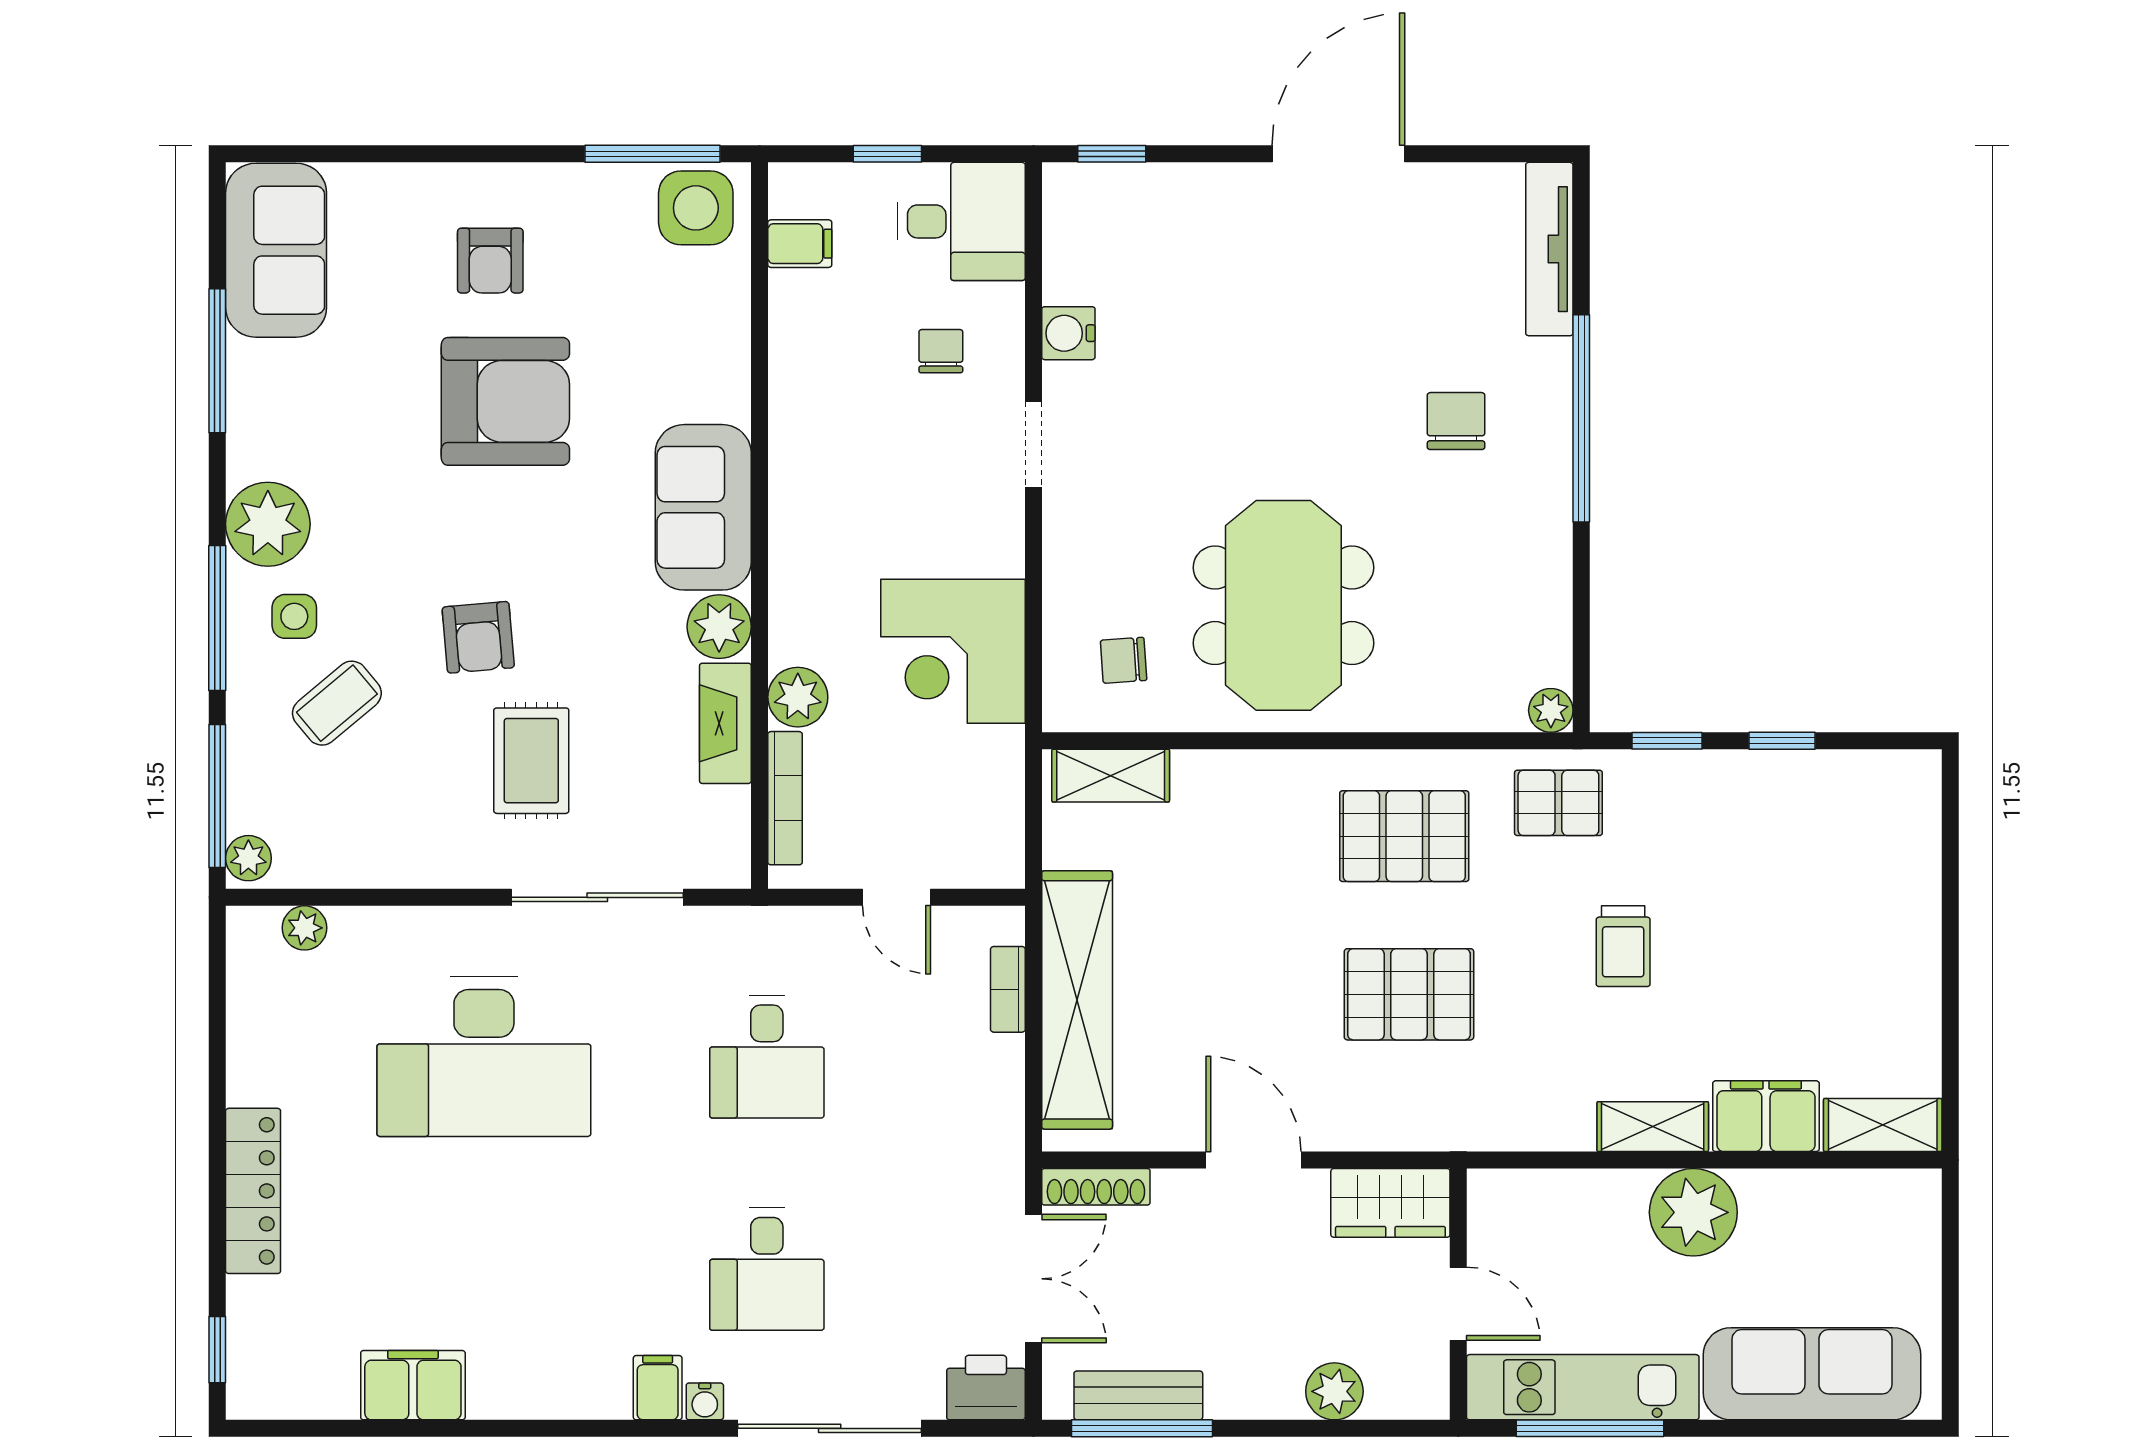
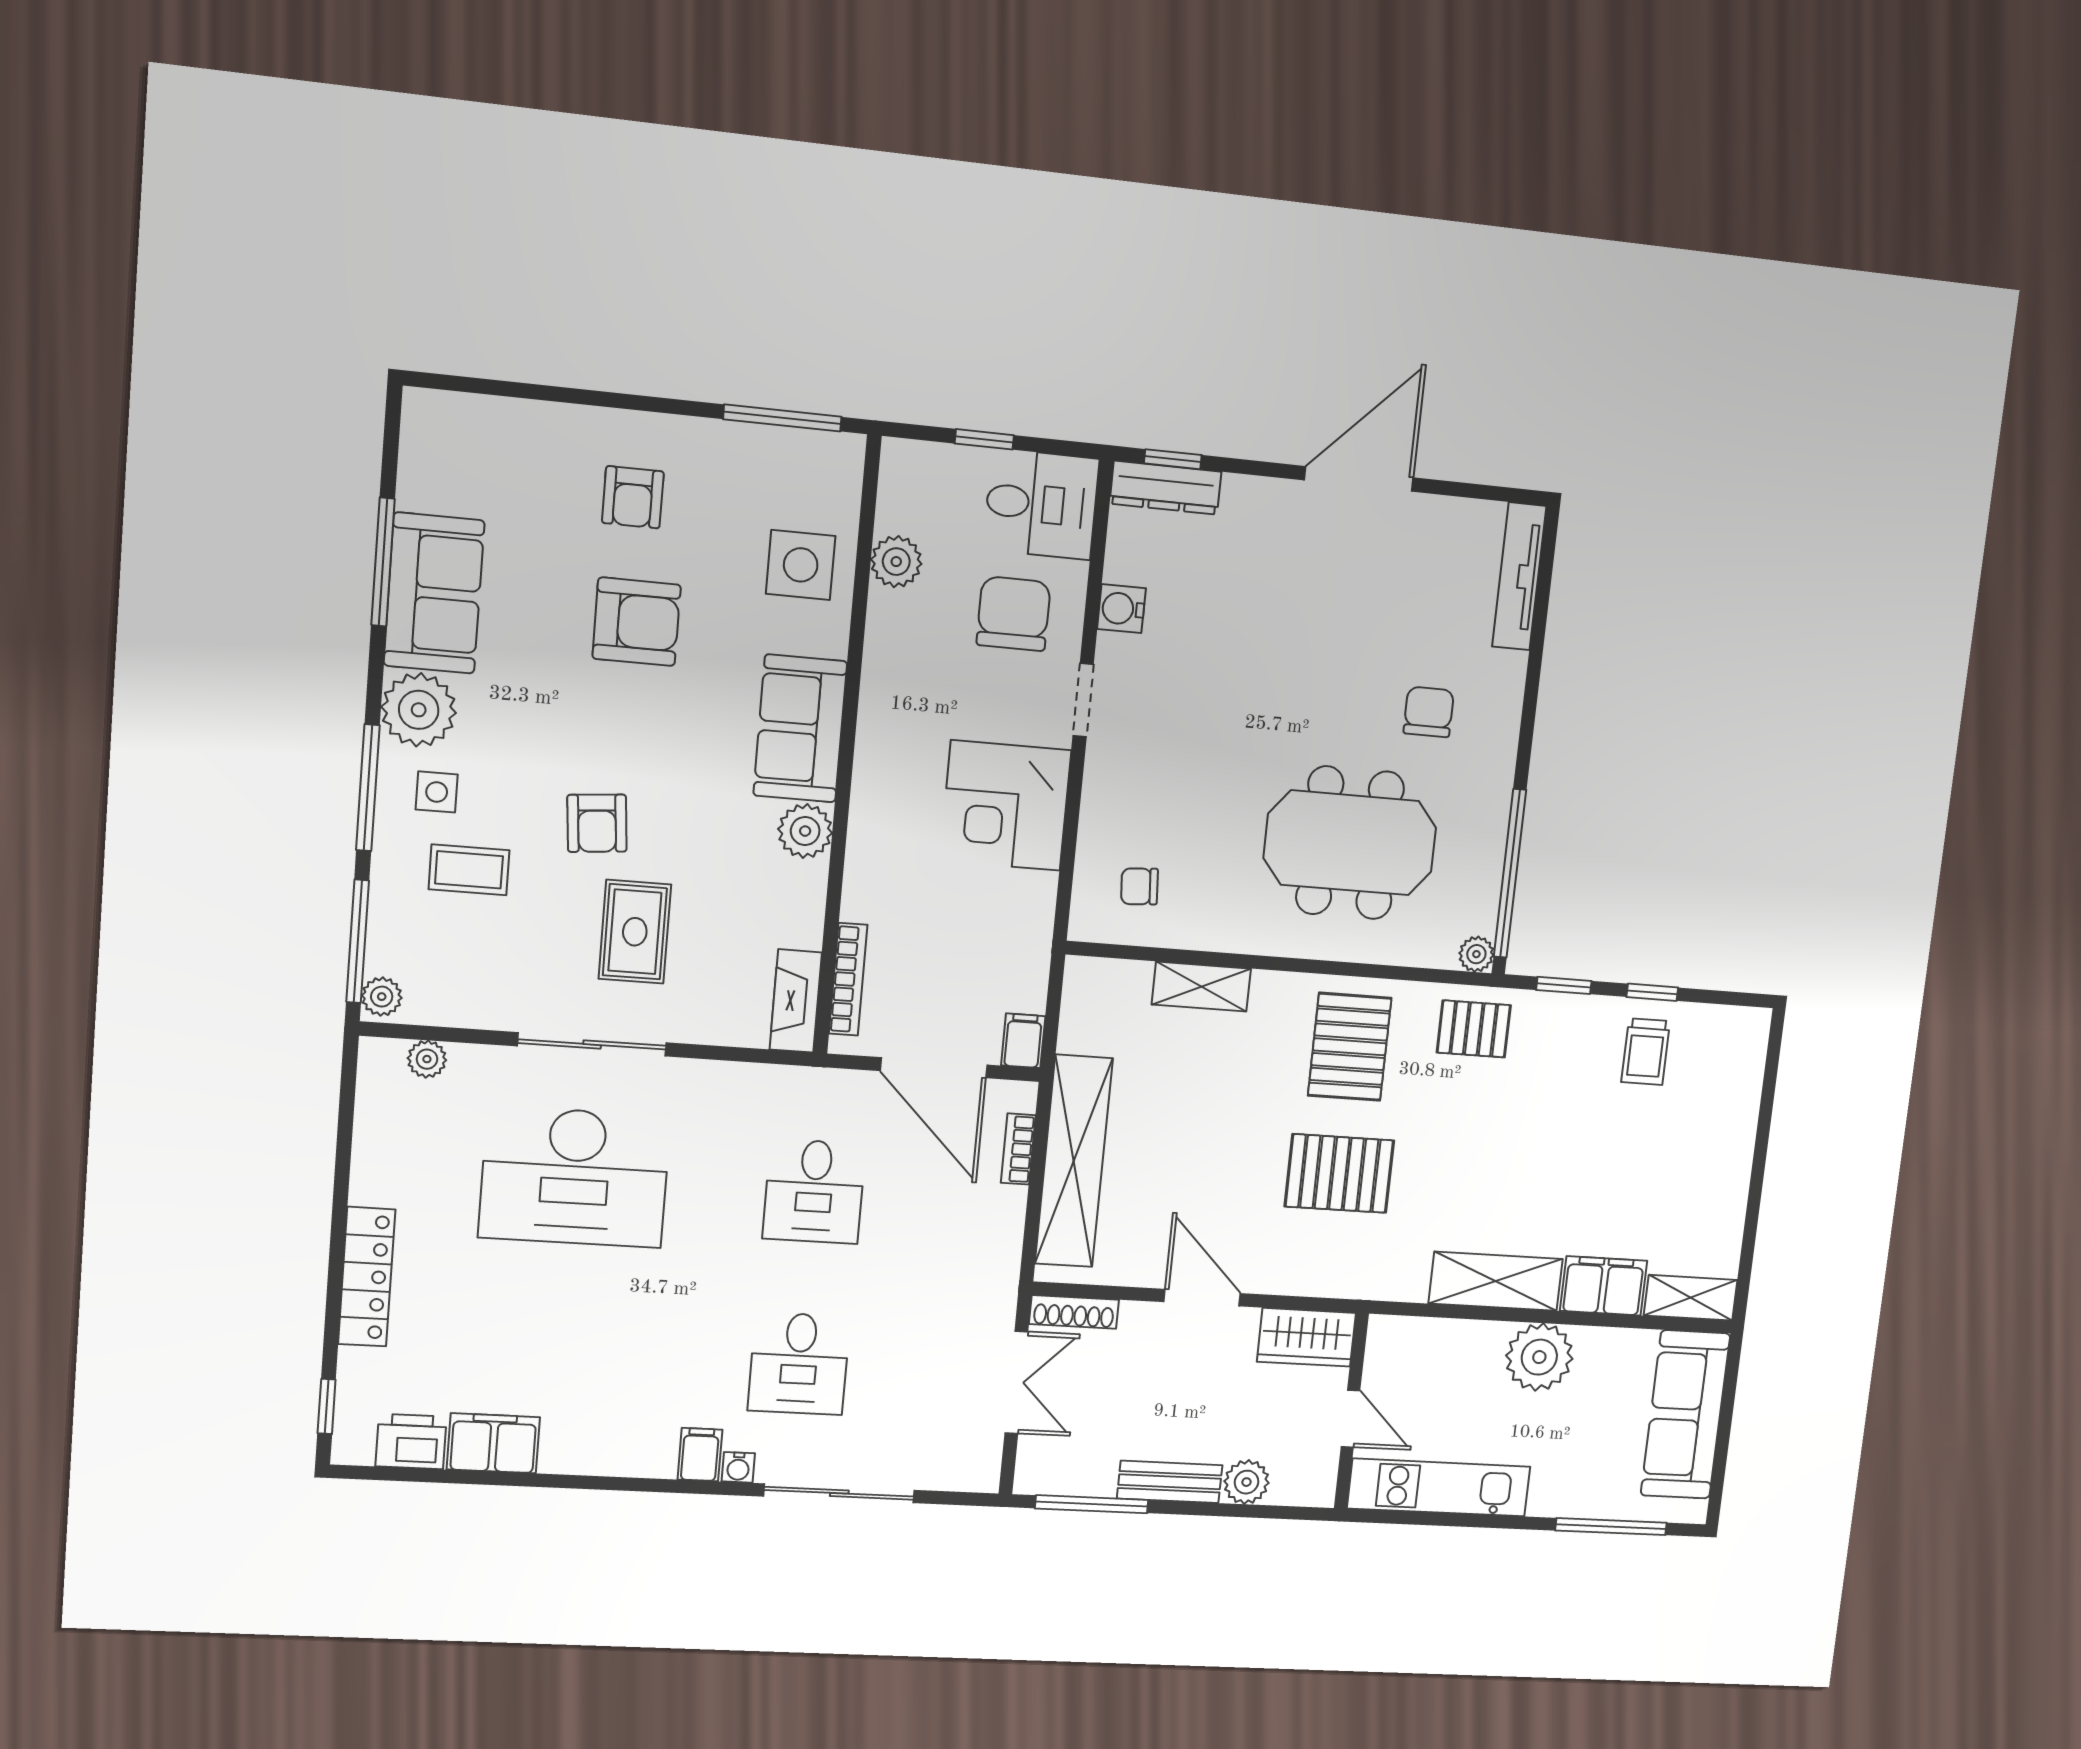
dresser: (1107, 188) -> (1166, 488), added
side table: (696, 208) -> (801, 565), moved
filing cabinet: (800, 244) -> (1023, 1041), moved, turned -90
sofa: (276, 250) -> (434, 593), moved
chair: (941, 351) -> (1014, 614), width x1.87, depth x1.87
armchair: (505, 401) -> (637, 622), width x0.73, depth x0.73
window: (1581, 418) -> (1510, 873), moved
meeting table: (1283, 605) -> (1350, 843), moved, turned 90
corner desk: (953, 651) -> (1006, 806), moved
plant: (798, 697) -> (896, 562), moved
coffee table: (337, 703) -> (469, 870), turned 40
fireplace: (725, 723) -> (796, 1001), moved
shelving: (1111, 776) -> (1201, 987), moved
pallet: (1404, 836) -> (1350, 1047), turned 90
sliding door: (597, 897) -> (592, 1044), moved
door: (897, 897) -> (934, 1068), width x1.88
trolley: (1623, 946) -> (1646, 1052), moved
shelving: (1653, 1127) -> (1496, 1281), width x1.50, depth x1.33
sofa: (1812, 1374) -> (1685, 1415), moved, turned -90
printer: (986, 1388) -> (411, 1441), moved
bench: (1138, 1395) -> (1170, 1482), moved
window: (1590, 1428) -> (1611, 1527), moved

